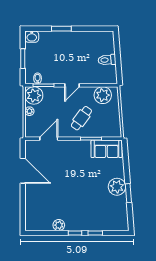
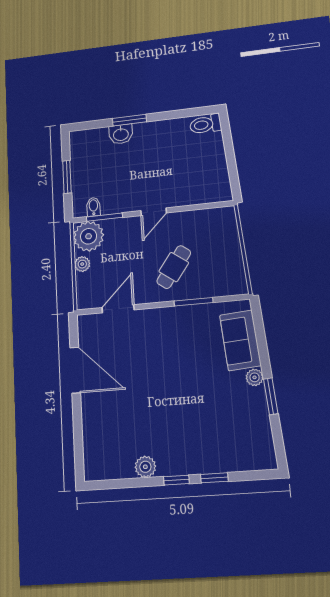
washbasin: (32, 37) -> (121, 134), moved
toilet: (107, 60) -> (205, 124), moved
plant: (103, 95) -> (209, 223), removed
sofa: (107, 149) -> (240, 340), moved, turned 86
plant: (117, 187) -> (255, 377), width x0.53, depth x0.53

